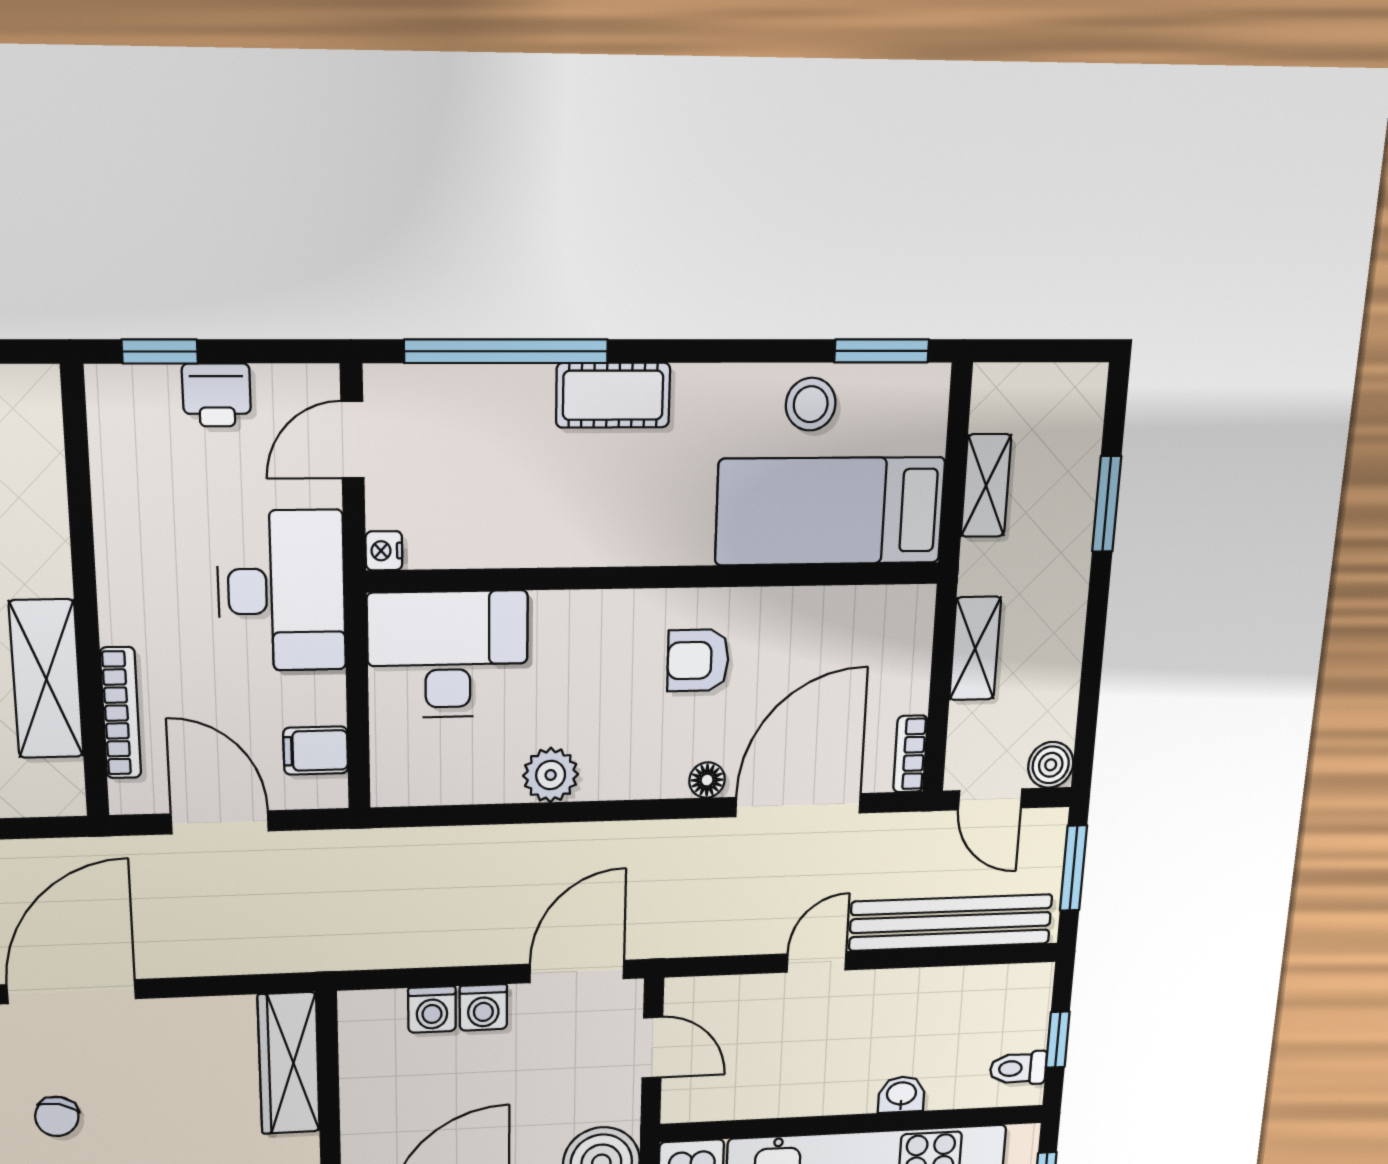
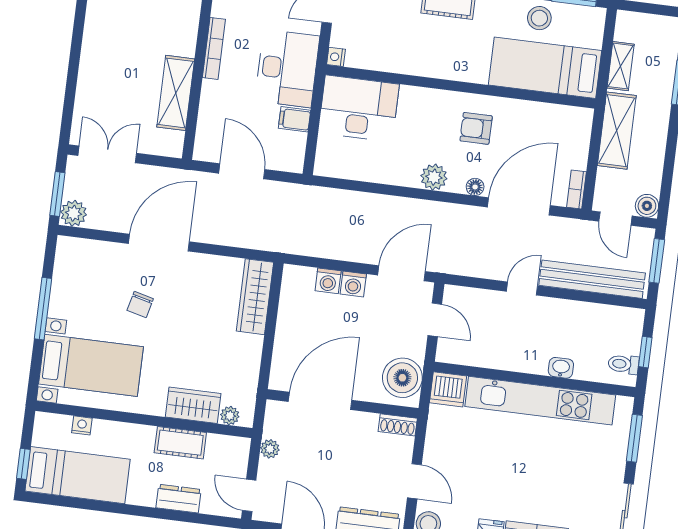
shelving: (975, 649) -> (617, 131), width x1.50, depth x1.33
bookcase: (121, 713) -> (214, 48), moved
filing cabinet: (316, 751) -> (294, 119), moved
plant: (551, 775) -> (434, 177), moved

